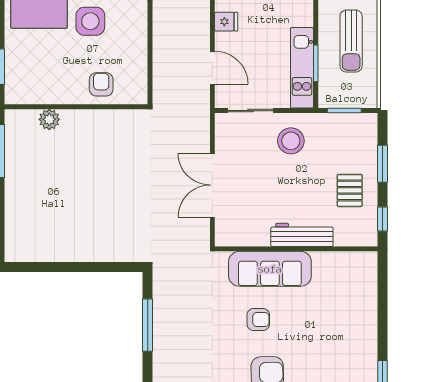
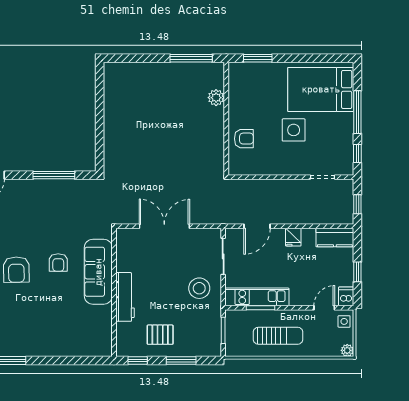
sun lounger: (351, 41) -> (278, 336), turned 180

